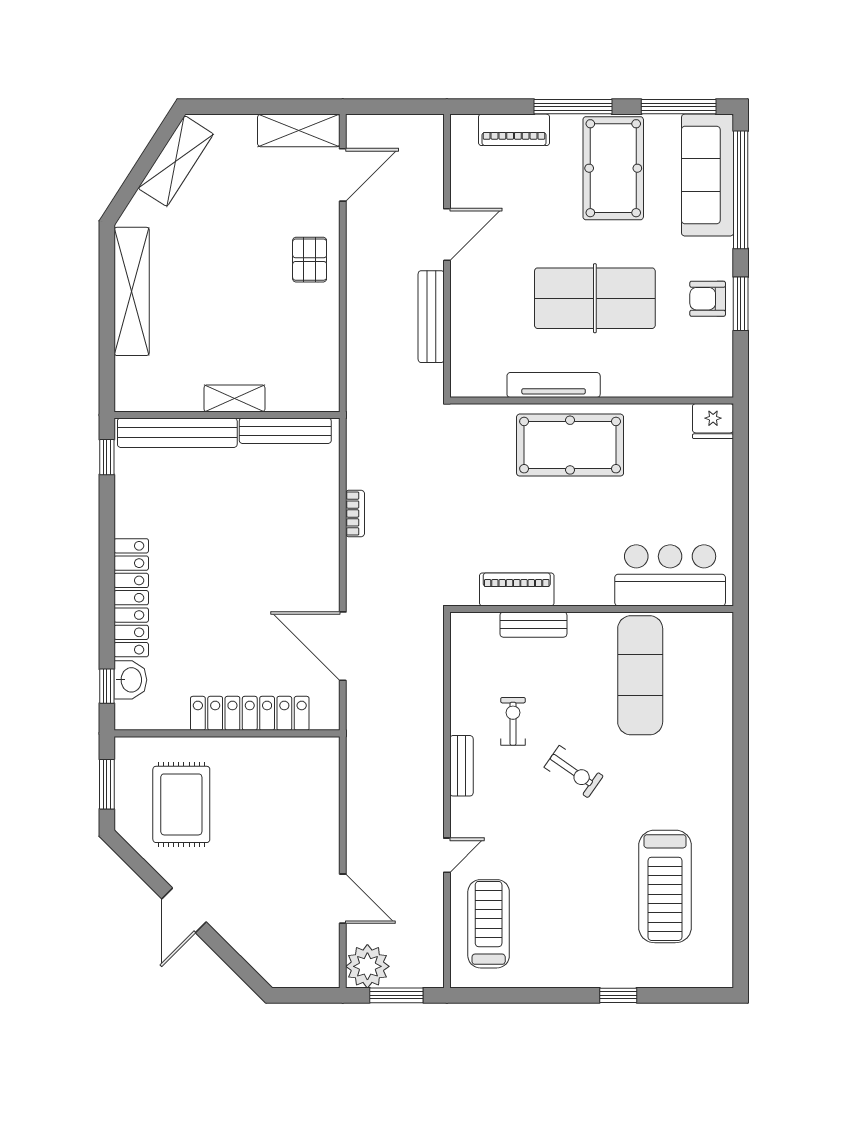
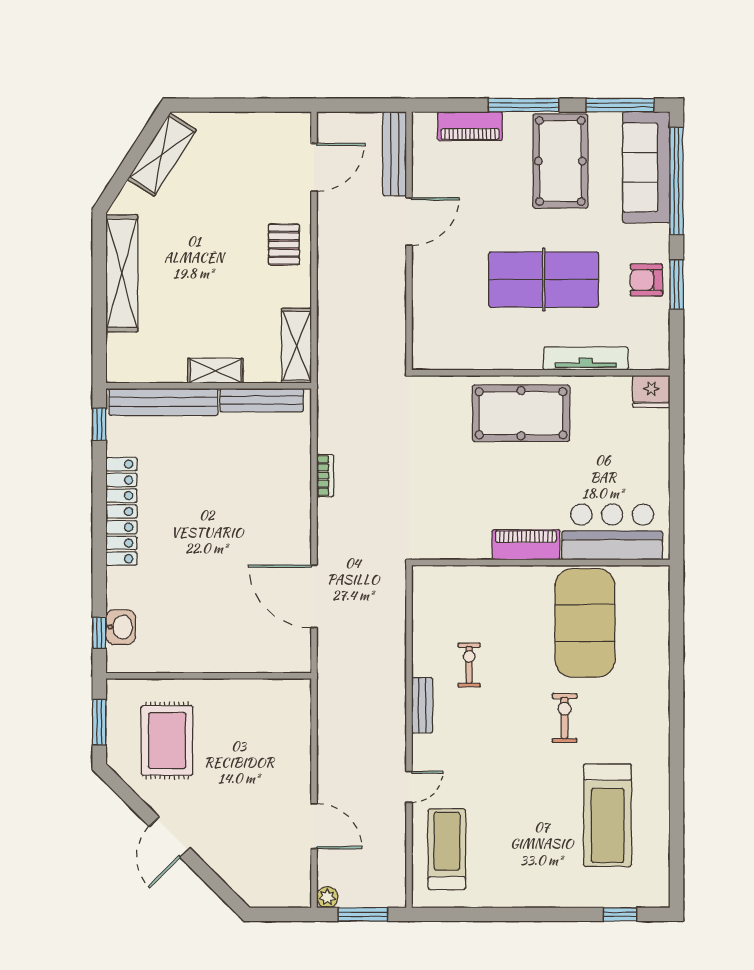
shelving: (299, 130) -> (296, 346), moved, turned 90
bench: (431, 317) -> (395, 154), moved
tv unit: (554, 385) -> (586, 359), moved
piano: (517, 589) -> (526, 545), moved
locker: (131, 598) -> (121, 511), moved
bench: (533, 625) -> (488, 577), removed
exercise mat: (640, 675) -> (585, 623), width x1.47
locker: (250, 713) -> (229, 658), removed
exercise bike: (574, 772) -> (565, 718), moved, turned -125
plant: (367, 966) -> (327, 897), width x0.53, depth x0.53
window: (618, 995) -> (620, 914), moved

